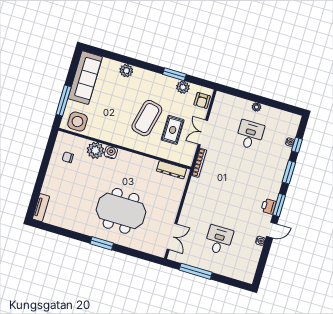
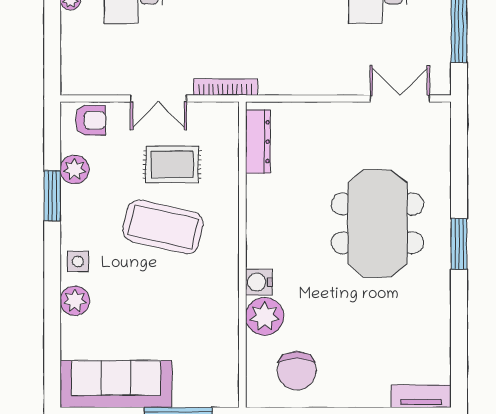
side table: (77, 122) -> (78, 261), moved, width x0.54, depth x0.54
chair: (68, 157) -> (297, 371), width x1.87, depth x1.87

